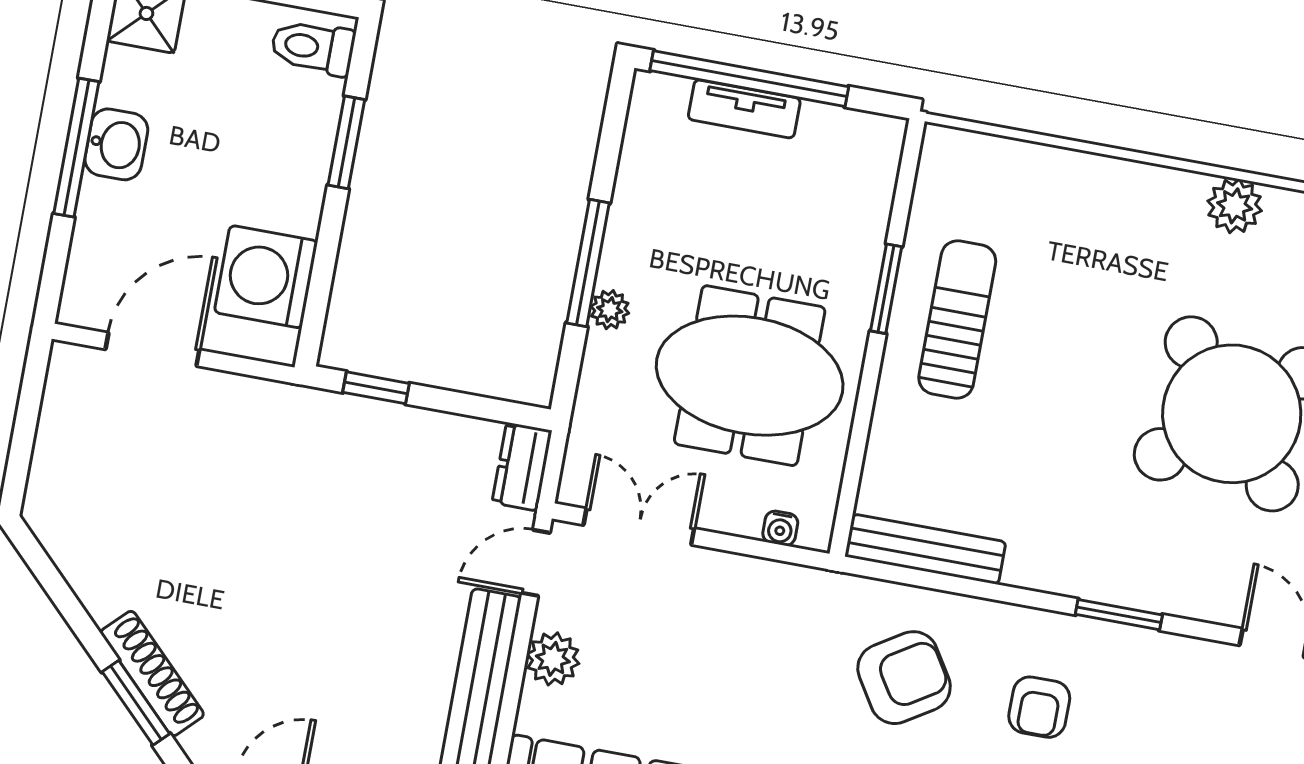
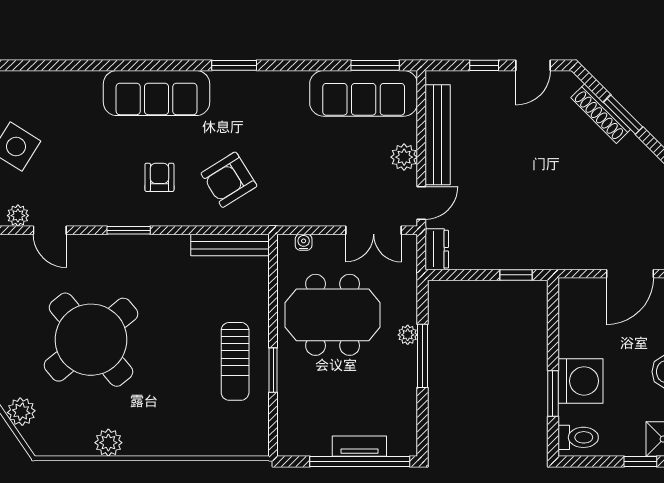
washing machine: (266, 277) -> (580, 381), moved
window: (136, 703) -> (623, 115), moved

